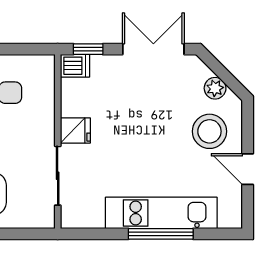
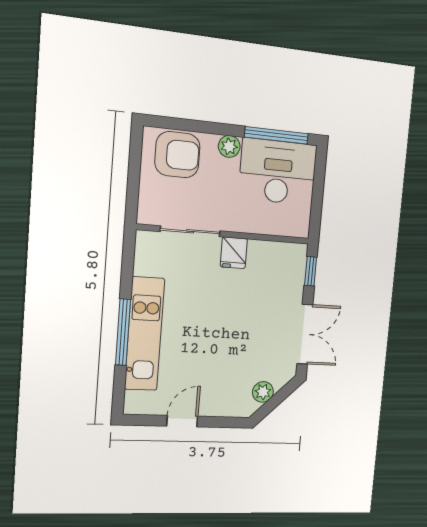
dishwasher: (75, 66) -> (296, 257), removed
stool: (209, 131) -> (222, 385), removed

